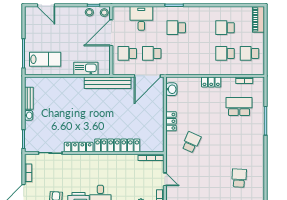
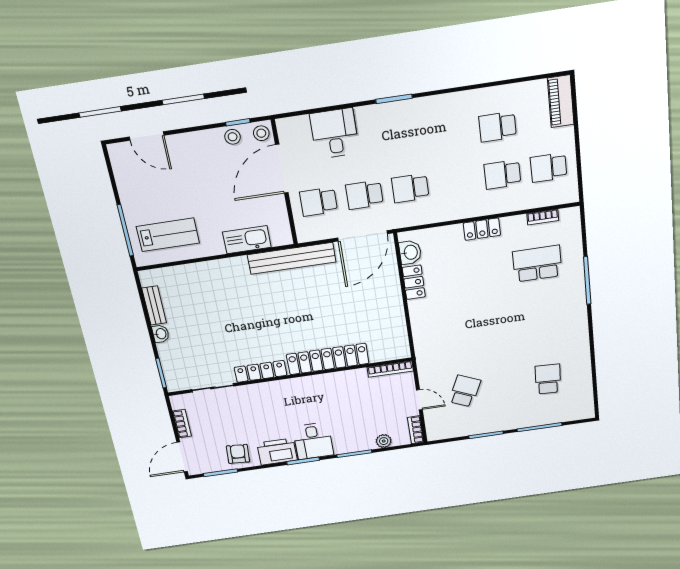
school desk: (176, 28) -> (410, 188), moved
locker: (171, 121) -> (414, 282), moved
school desk: (191, 142) -> (465, 391), moved

